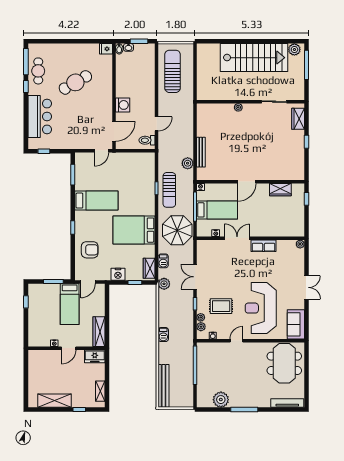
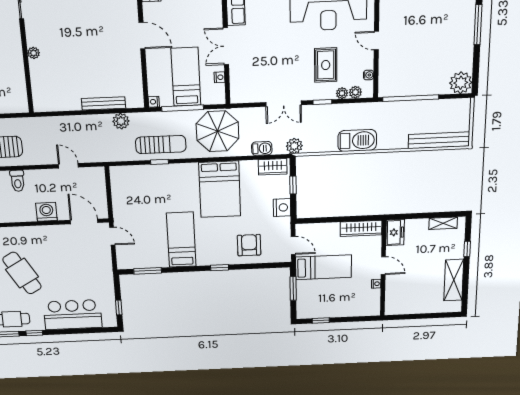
toilet: (147, 140) -> (17, 181), moved
barbecue: (163, 335) -> (357, 140), width x1.88, depth x1.53
plant: (221, 400) -> (461, 83), moved

